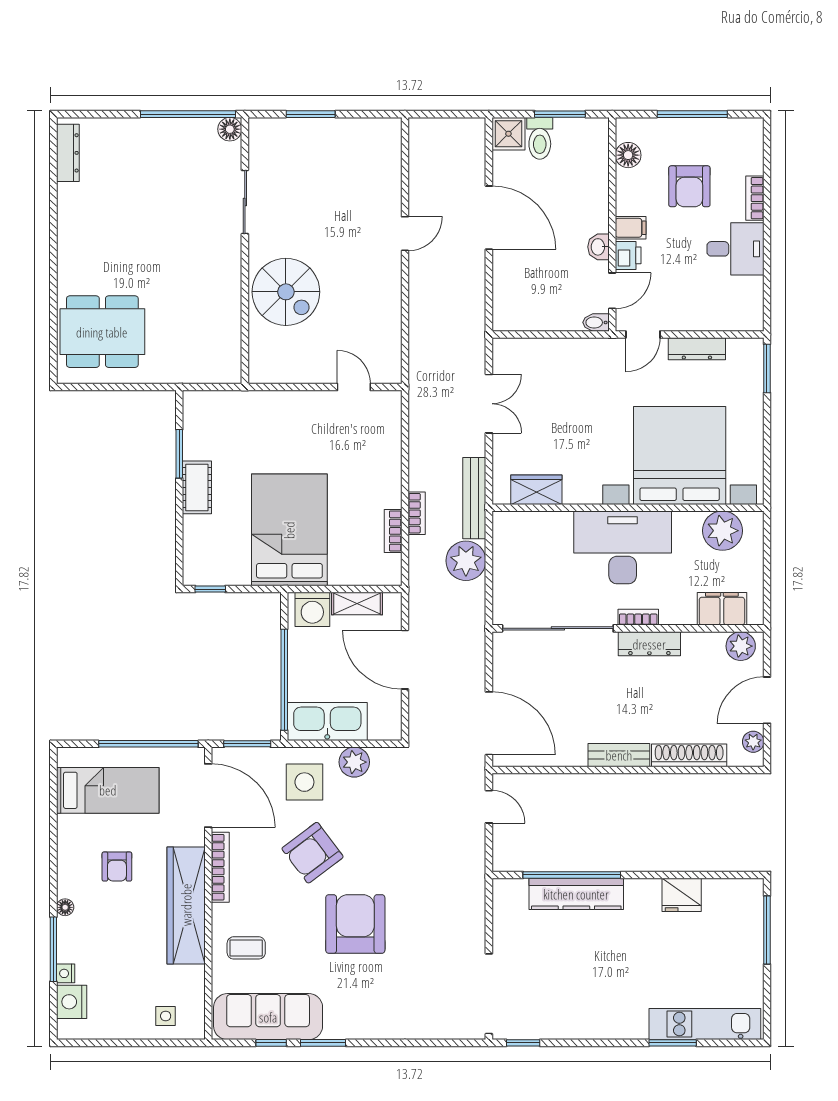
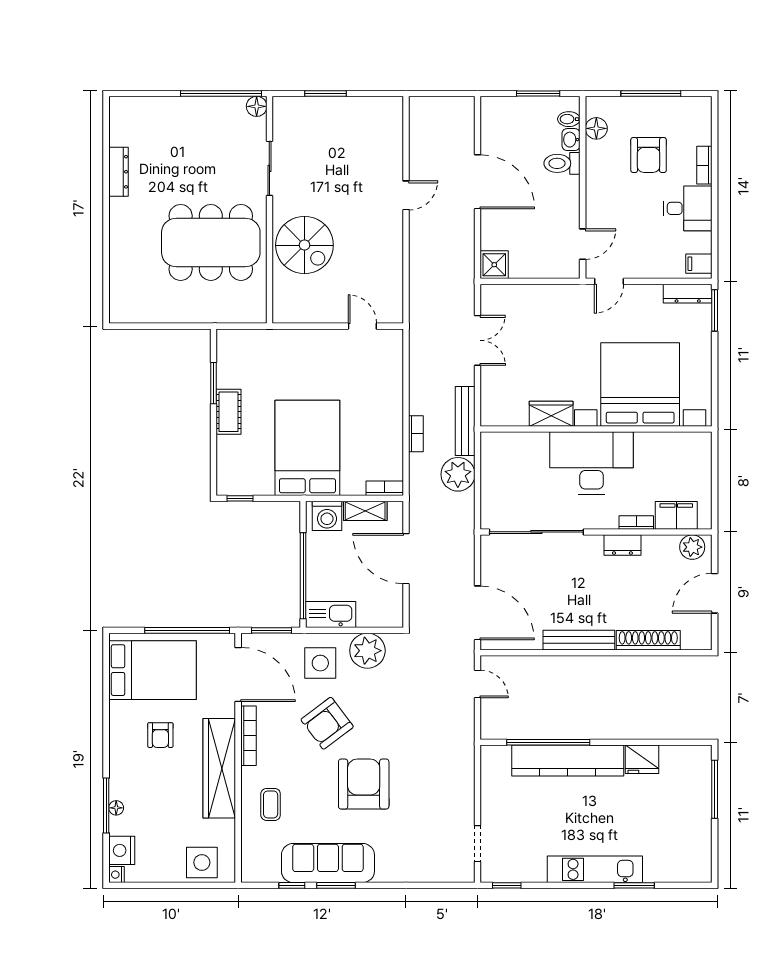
shower: (508, 134) -> (494, 265), moved
toilet: (540, 138) -> (562, 163), moved, turned 90
dresser: (68, 153) -> (118, 172), moved
filing cabinet: (631, 228) -> (699, 264), moved, turned 180
washbasin: (599, 247) -> (571, 140), moved
printer: (628, 255) -> (596, 214), removed
bidet: (596, 322) -> (569, 119), moved
dining table: (102, 332) -> (211, 242), moved, width x1.36, depth x1.24
dresser: (697, 349) -> (688, 294), moved
wardrobe: (536, 490) -> (551, 414), moved
bookcase: (393, 531) -> (385, 488), moved, turned 90
plant: (722, 531) -> (677, 449), removed
bookcase: (638, 617) -> (636, 522), moved
dresser: (649, 644) -> (622, 545), width x0.70
kitchen sink: (327, 722) -> (331, 615), width x0.73, depth x0.81
plant: (753, 742) -> (703, 629), removed
bench: (619, 755) -> (579, 640), width x1.36
plant: (354, 762) -> (367, 651), width x1.36, depth x1.36
bed: (108, 790) -> (153, 670), width x1.50
kitchen counter: (576, 894) -> (568, 761), width x1.39, depth x1.17
floor lamp: (65, 907) -> (116, 808), moved
coffee table: (246, 948) -> (271, 804), turned 90
nightstand: (66, 973) -> (117, 875), moved
doorway: (489, 994) -> (478, 844), width x0.53
side table: (166, 1016) -> (202, 862), width x1.87, depth x1.87
sofa: (268, 1017) -> (328, 863), moved
kitchen unit: (705, 1024) -> (595, 869), moved

